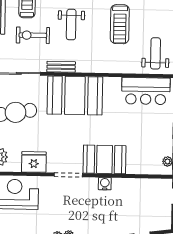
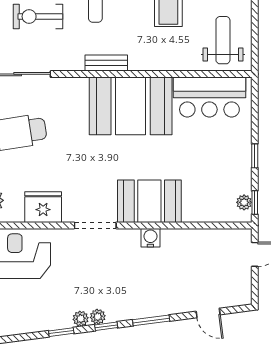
bench: (61, 67) -> (106, 63), moved
booth: (75, 95) -> (131, 106), moved

